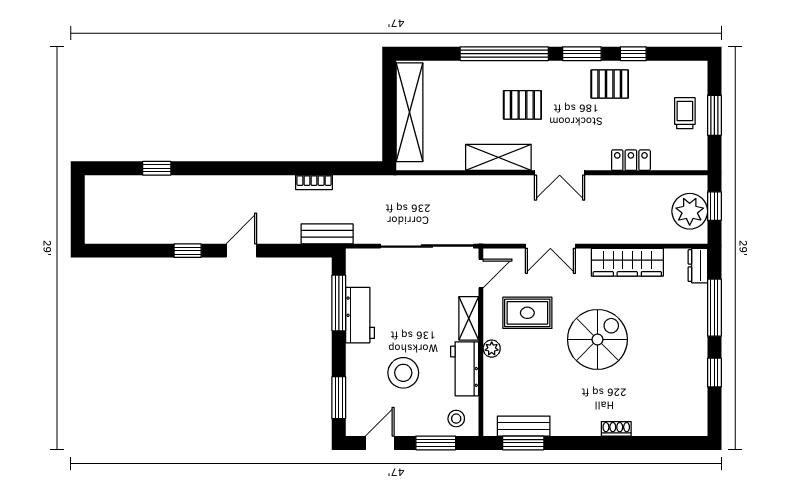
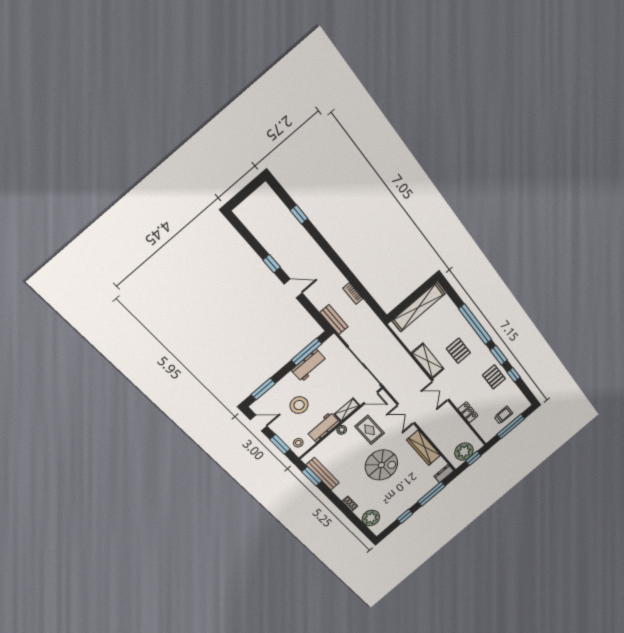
window: (714, 115) -> (511, 426), width x1.44
plant: (669, 420) -> (371, 518), added
bench: (524, 426) -> (323, 474), width x1.36

